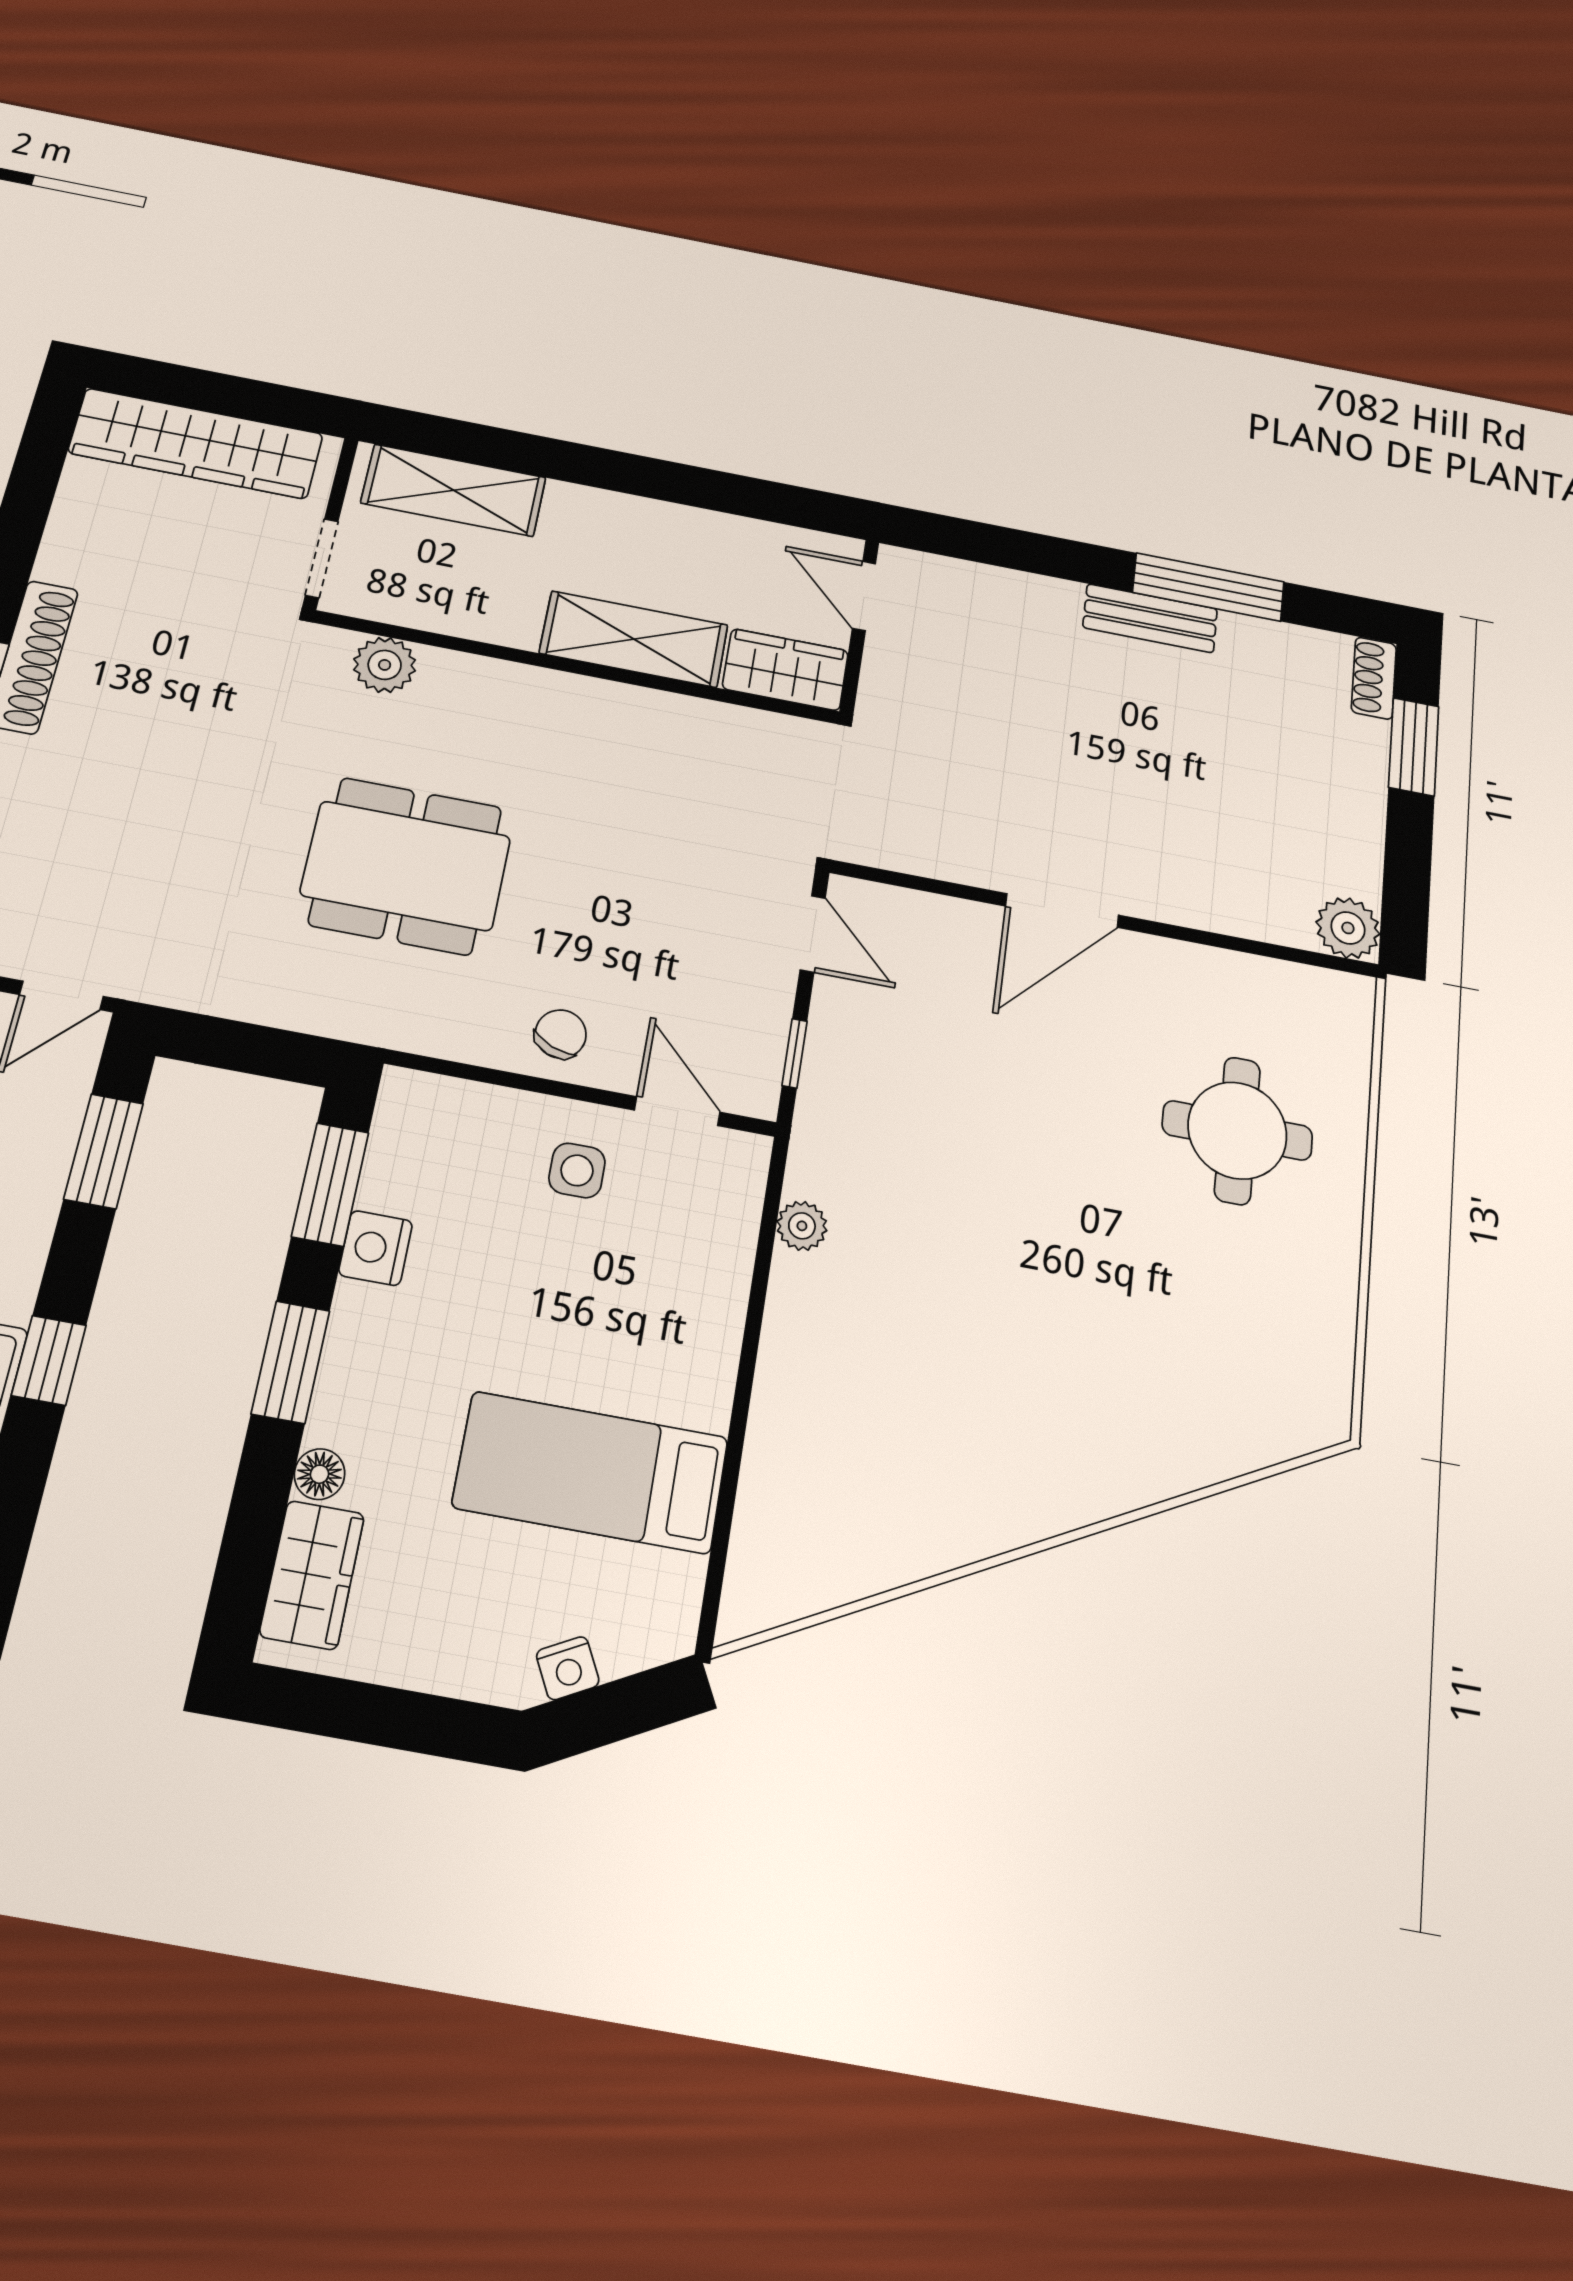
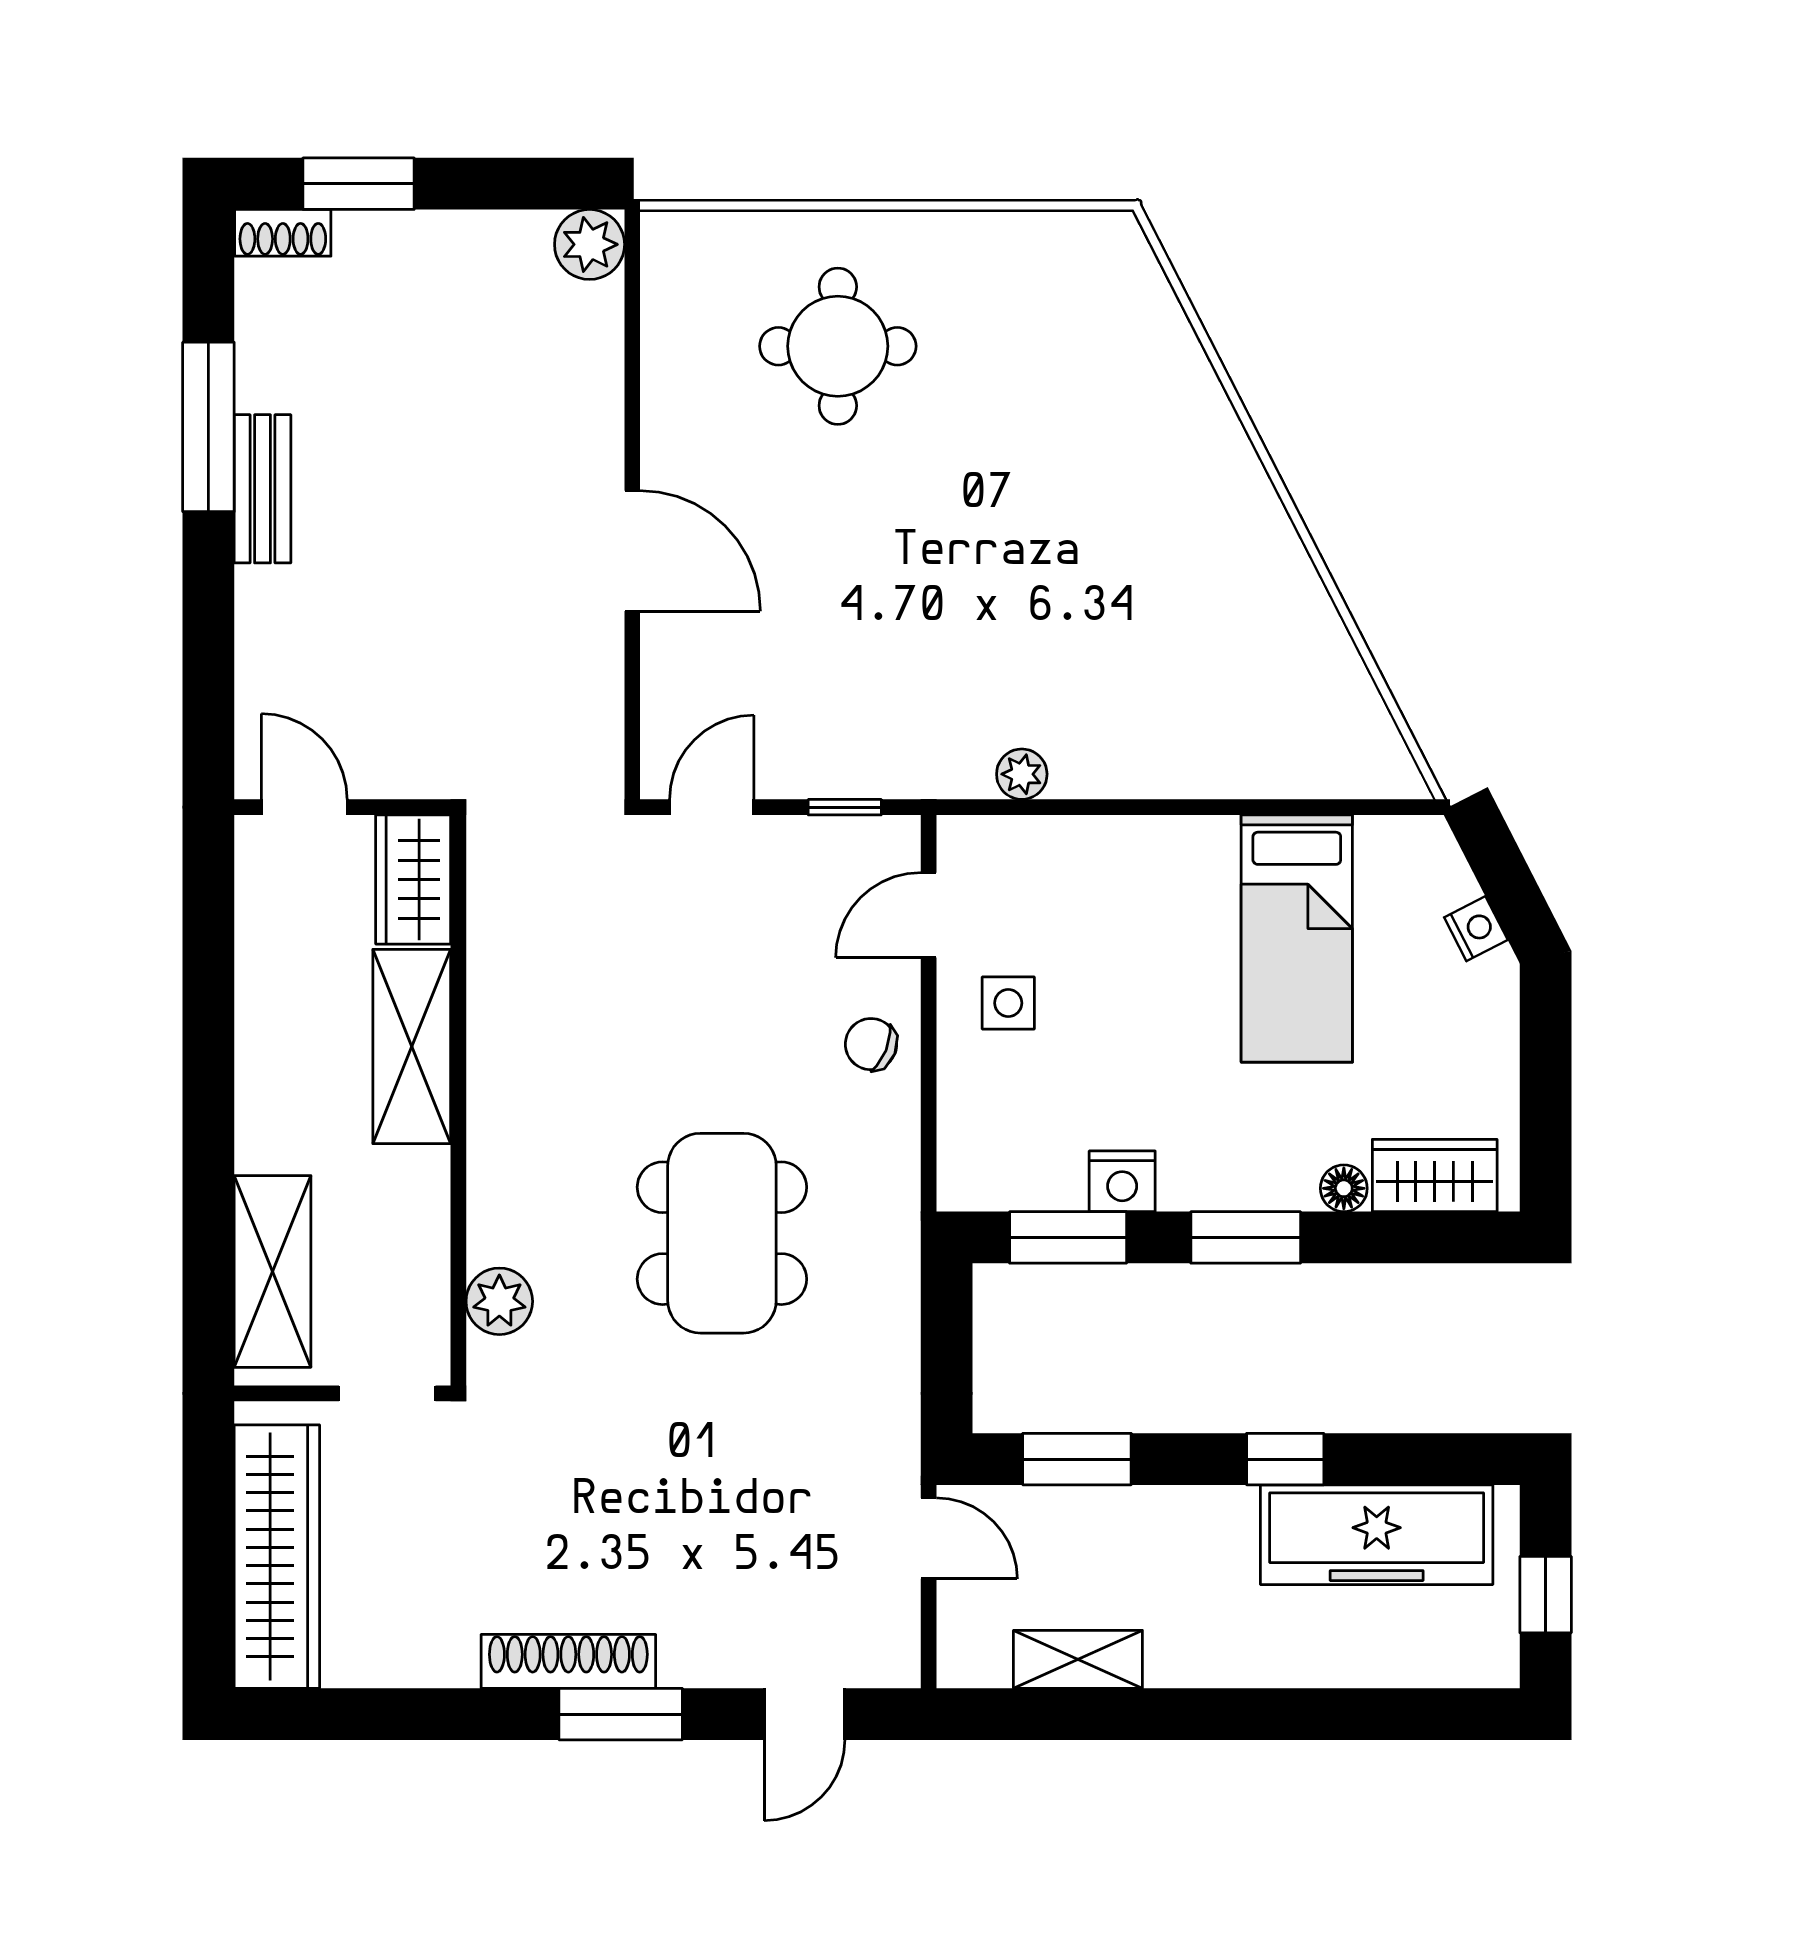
door: (864, 596) -> (304, 807), swing flipped

